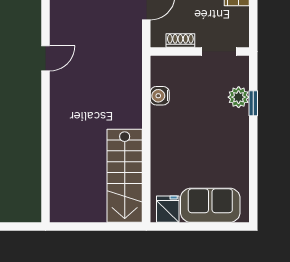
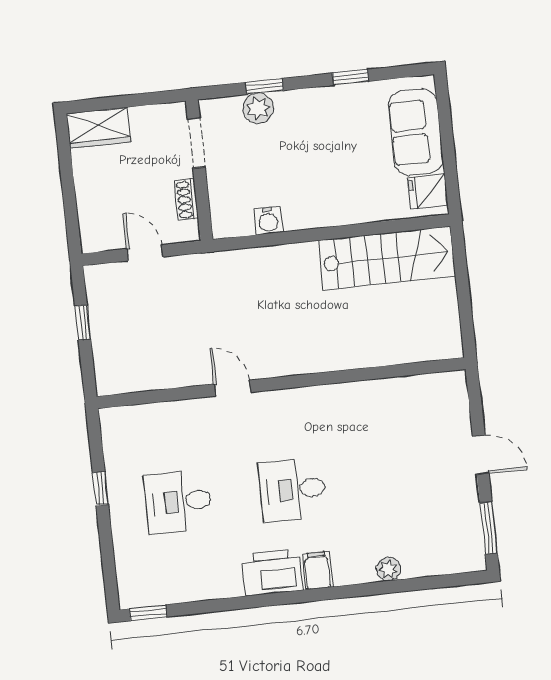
window: (253, 164) -> (351, 77), added

